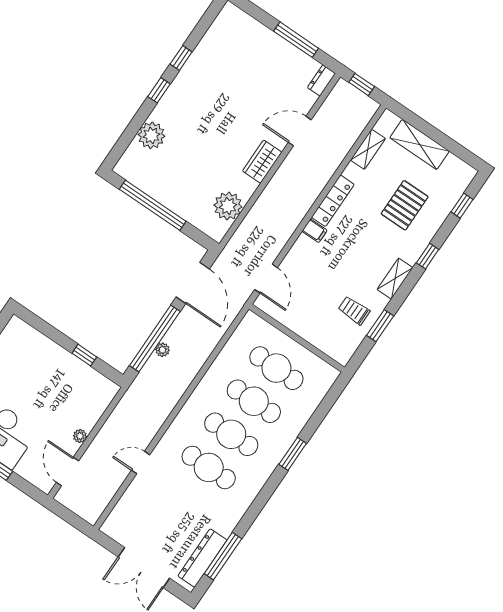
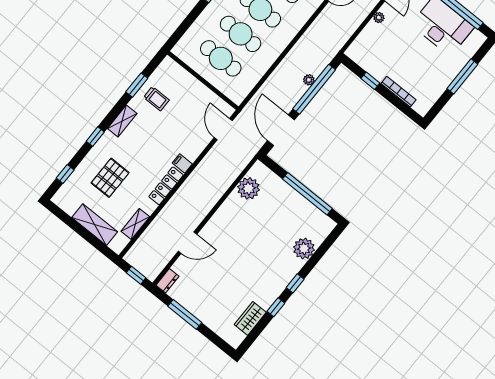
wardrobe: (262, 162) -> (250, 318), moved, turned 180
bookcase: (47, 344) -> (399, 92), added

